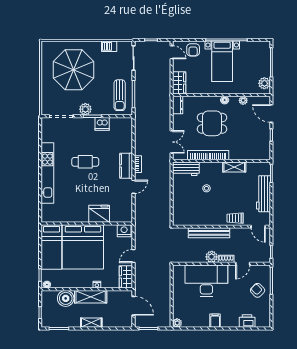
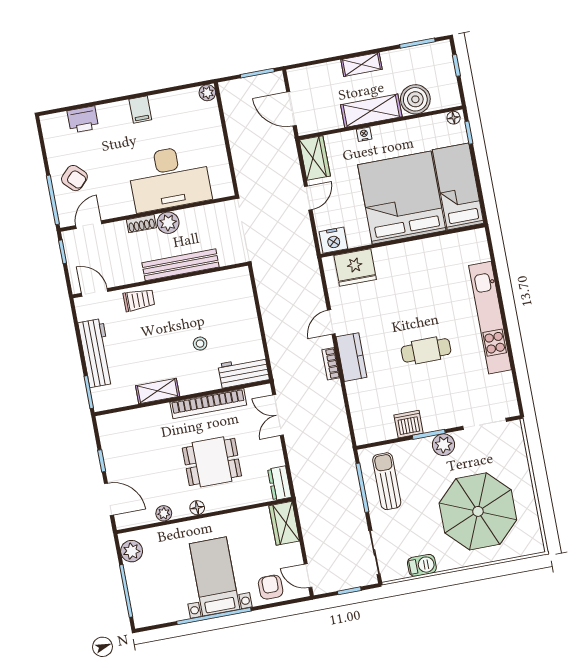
fridge: (99, 214) -> (355, 268), moved
door: (243, 264) -> (89, 225), moved

